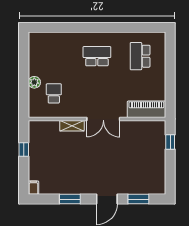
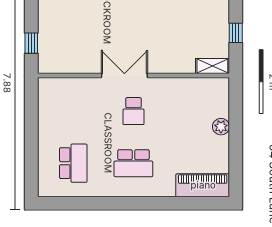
school desk: (54, 93) -> (133, 111), moved
piano: (146, 109) -> (203, 185), moved, turned 180
shelving: (72, 126) -> (212, 66), moved

